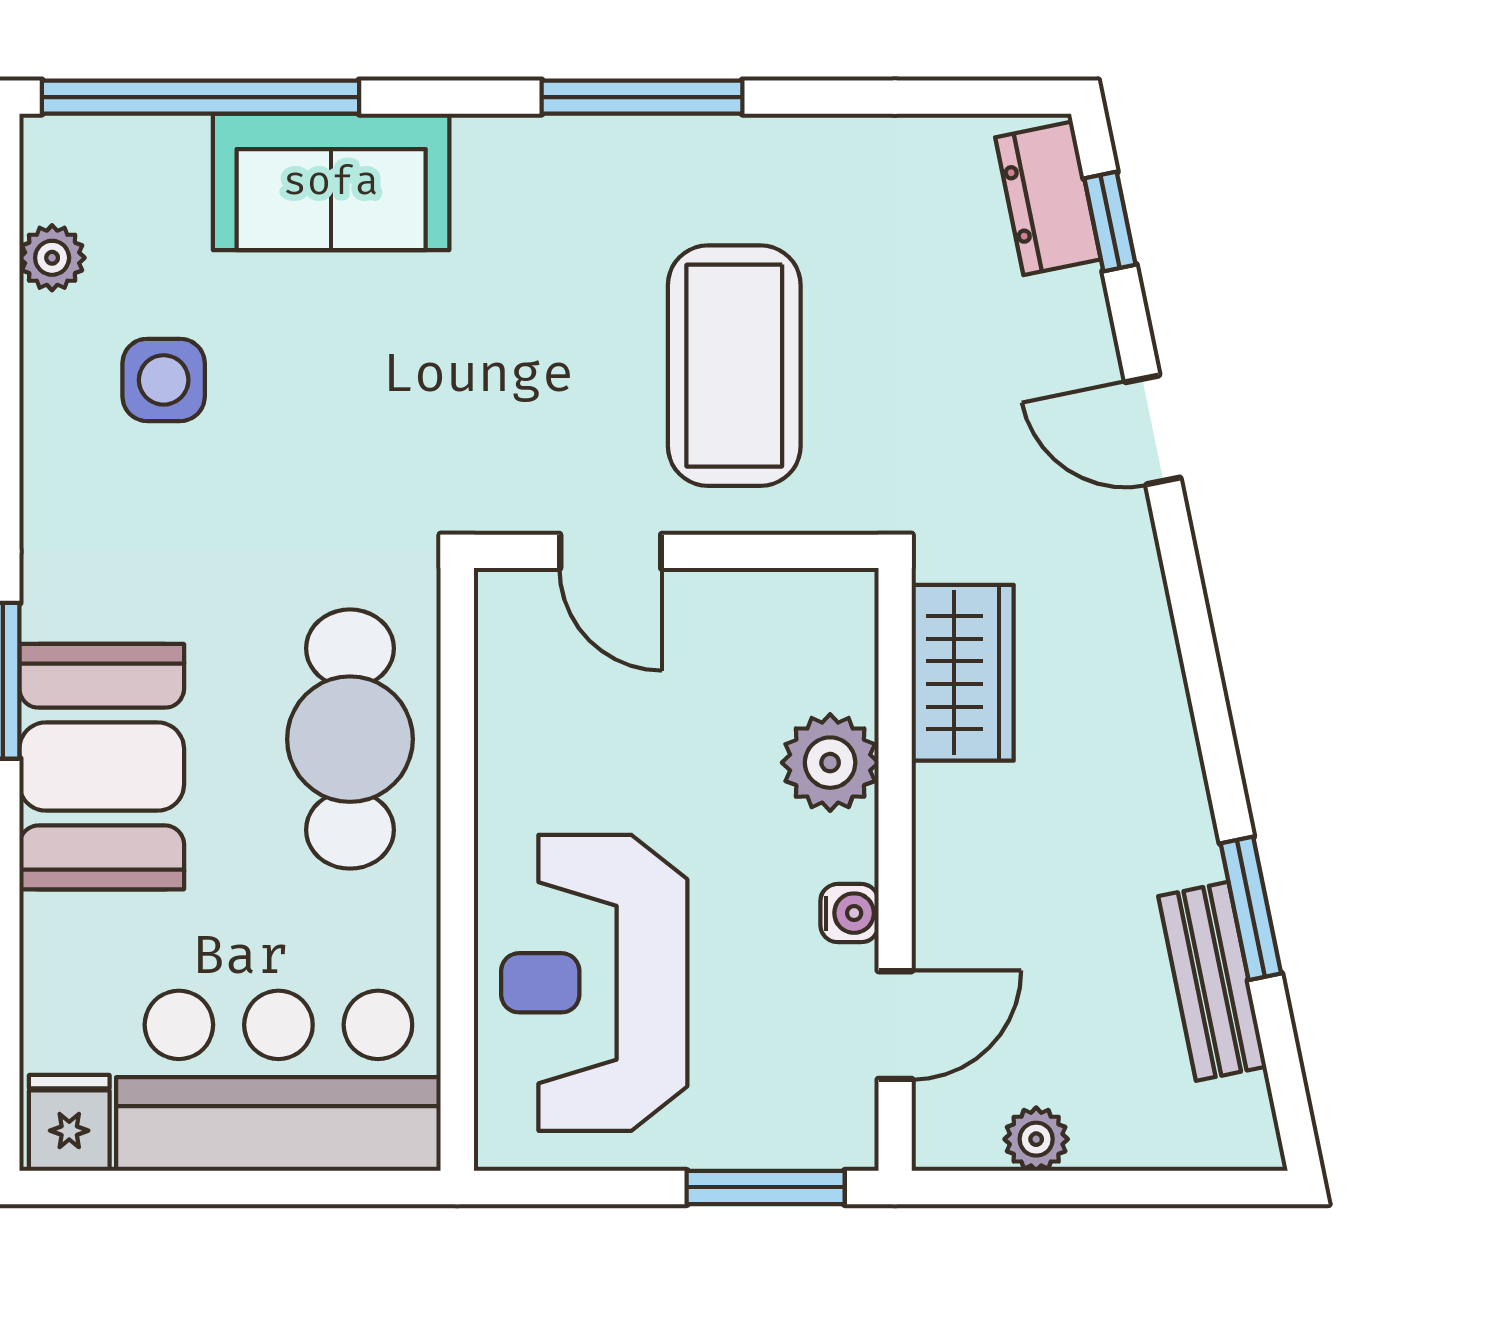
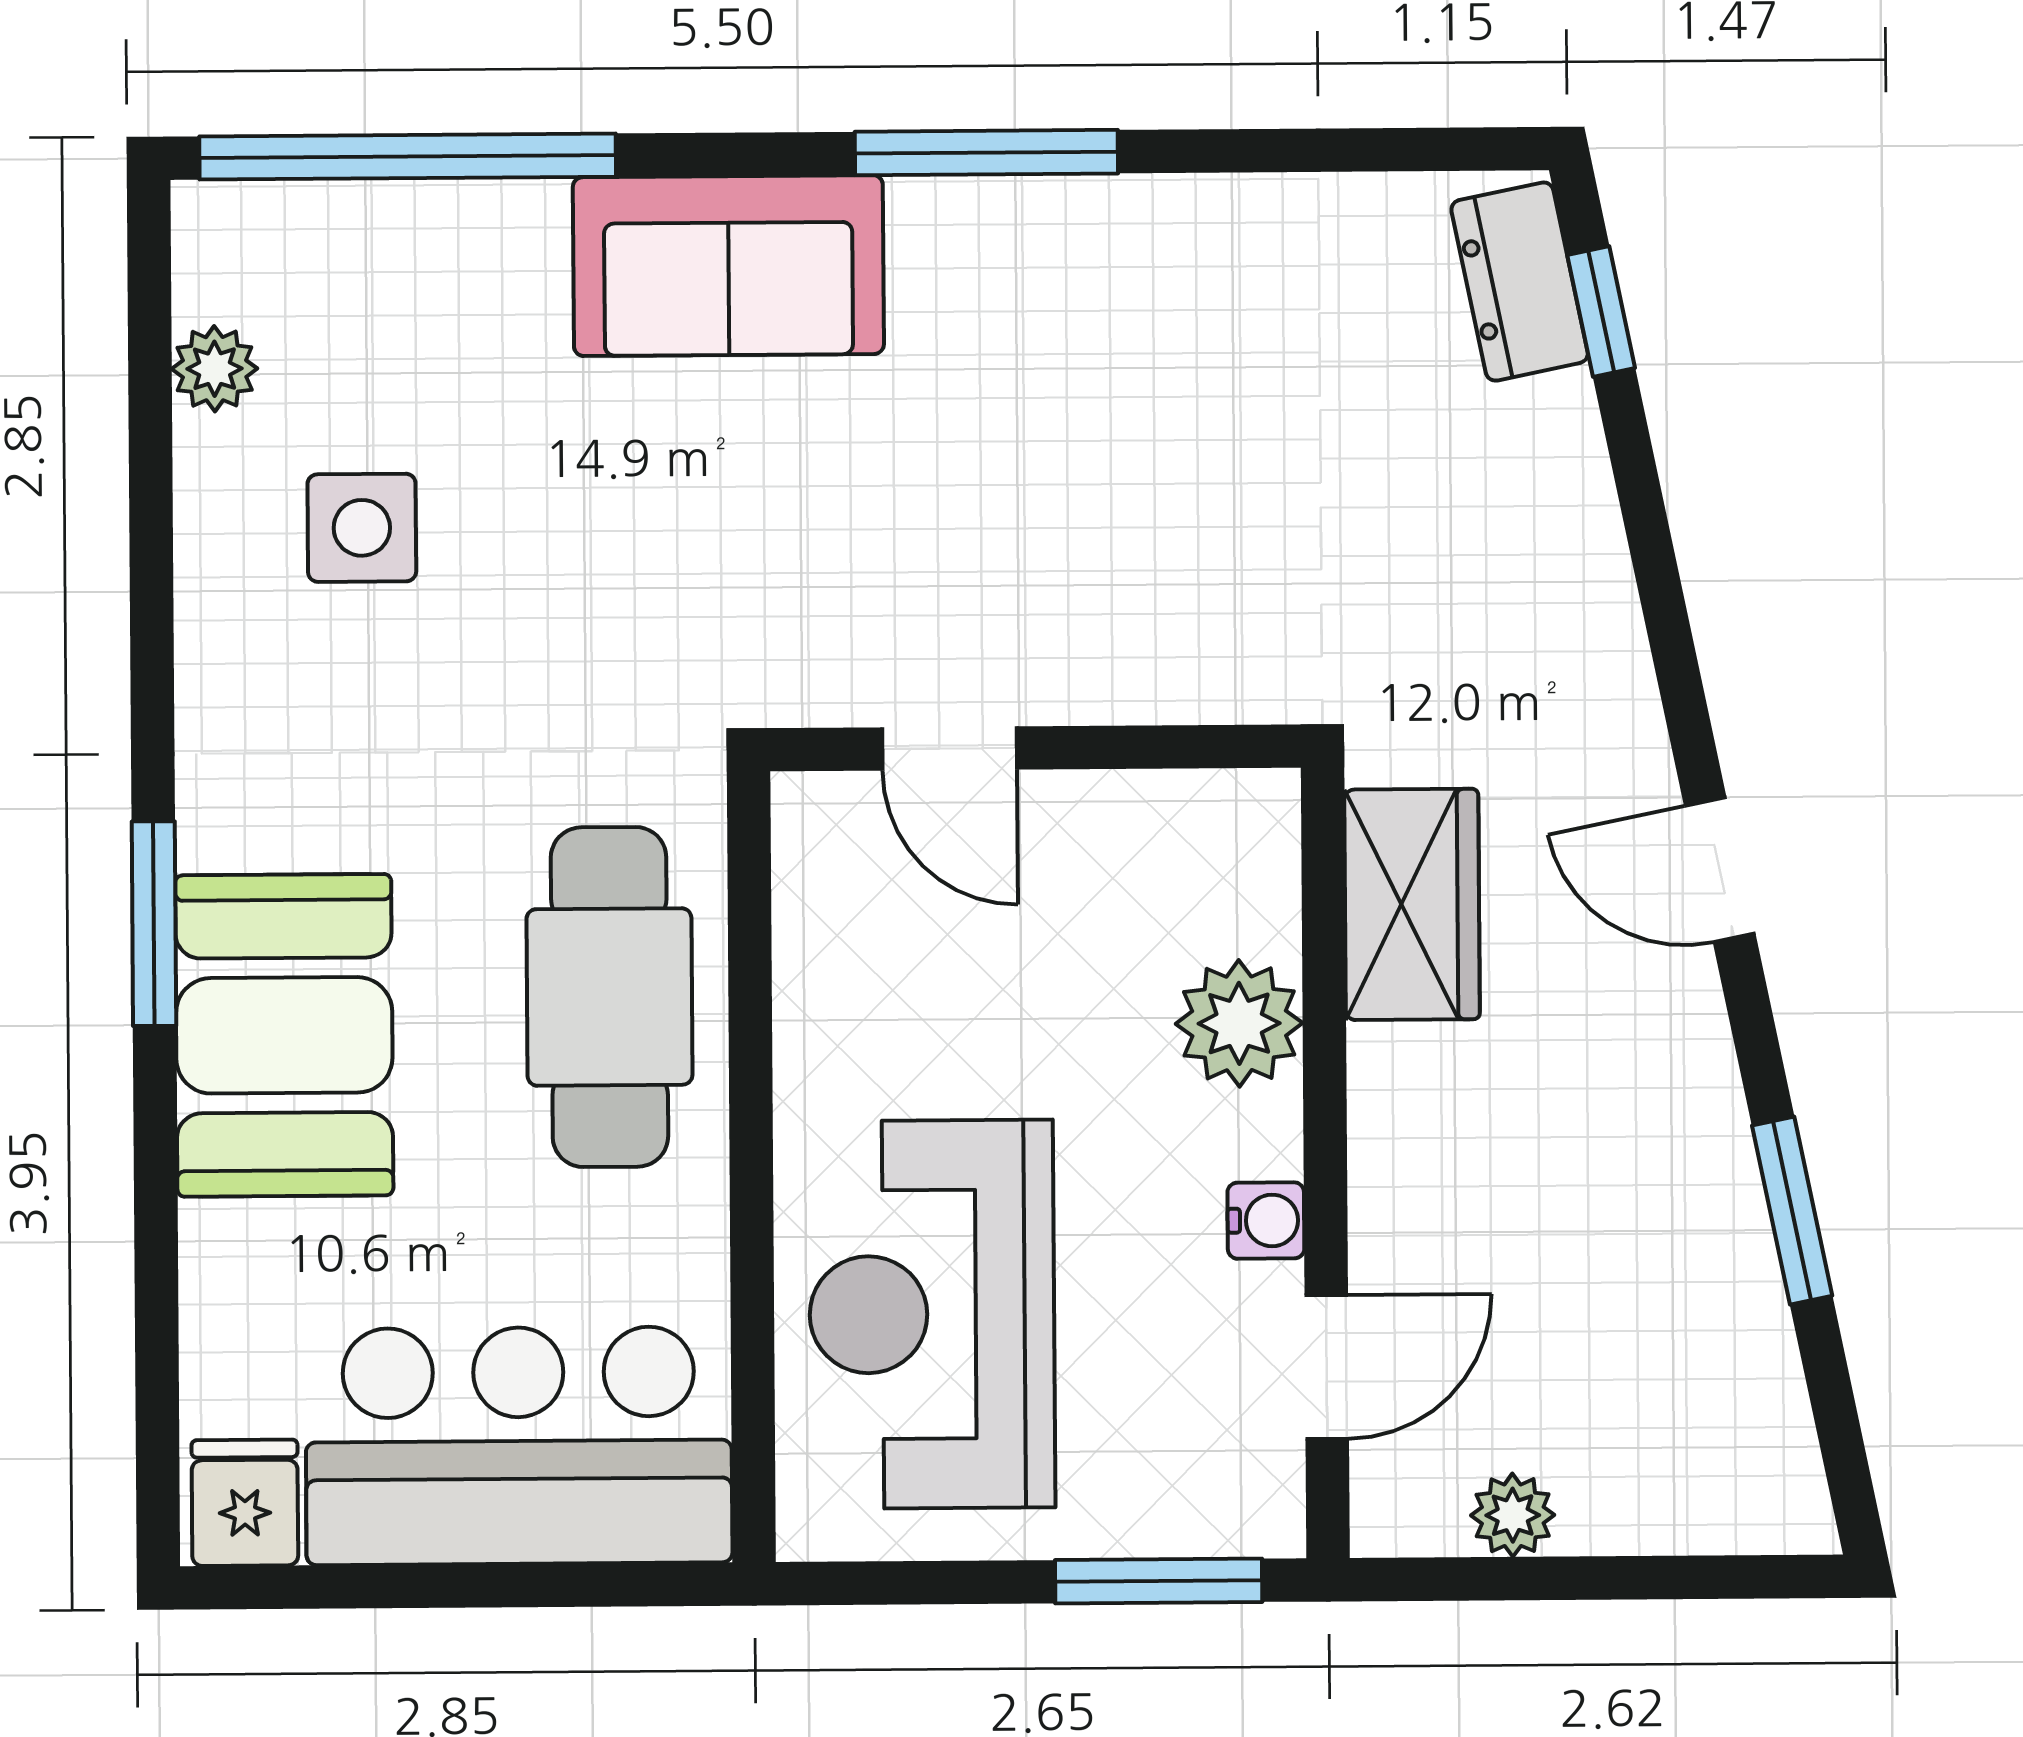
sofa: (331, 182) -> (728, 266), moved
coffee table: (734, 366) -> (1110, 504), removed
door: (1153, 430) -> (1720, 870), moved
bench: (1212, 981) -> (1742, 1307), removed

